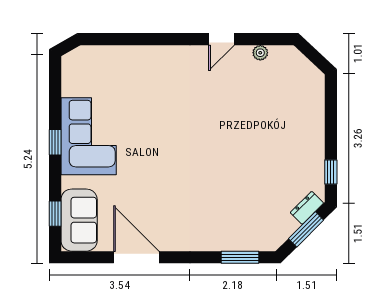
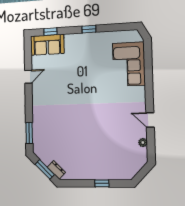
corner sofa: (89, 136) -> (129, 64), moved, turned 90
window: (331, 172) -> (102, 183), moved
door: (136, 257) -> (28, 77), width x0.53

